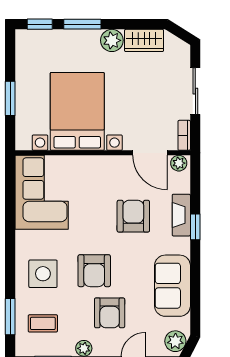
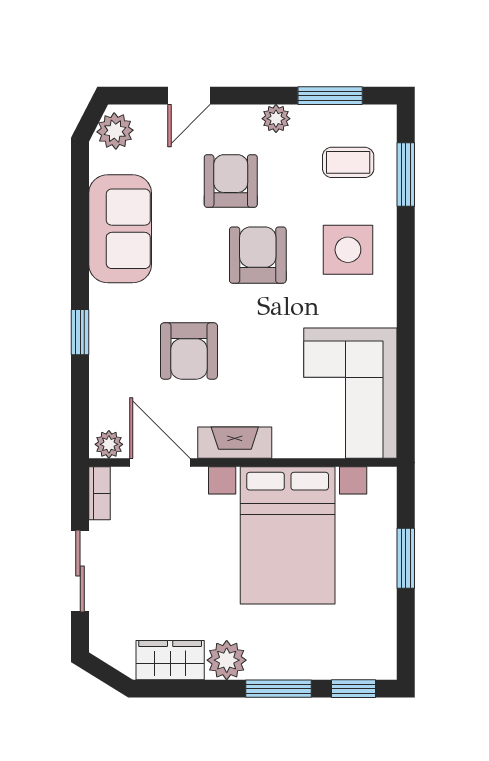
fireplace: (181, 215) -> (235, 443), moved, turned -90

